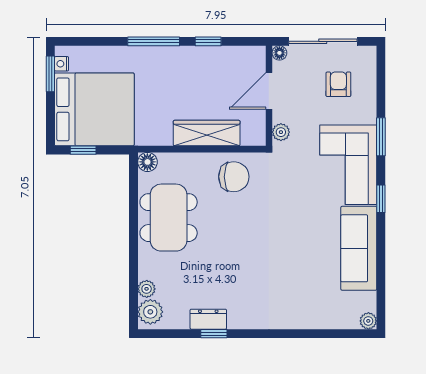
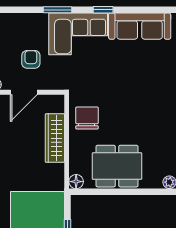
armchair: (338, 84) -> (31, 59), moved, turned 90
door: (269, 91) -> (24, 92), hinge flipped
plant: (281, 132) -> (54, 83), removed

